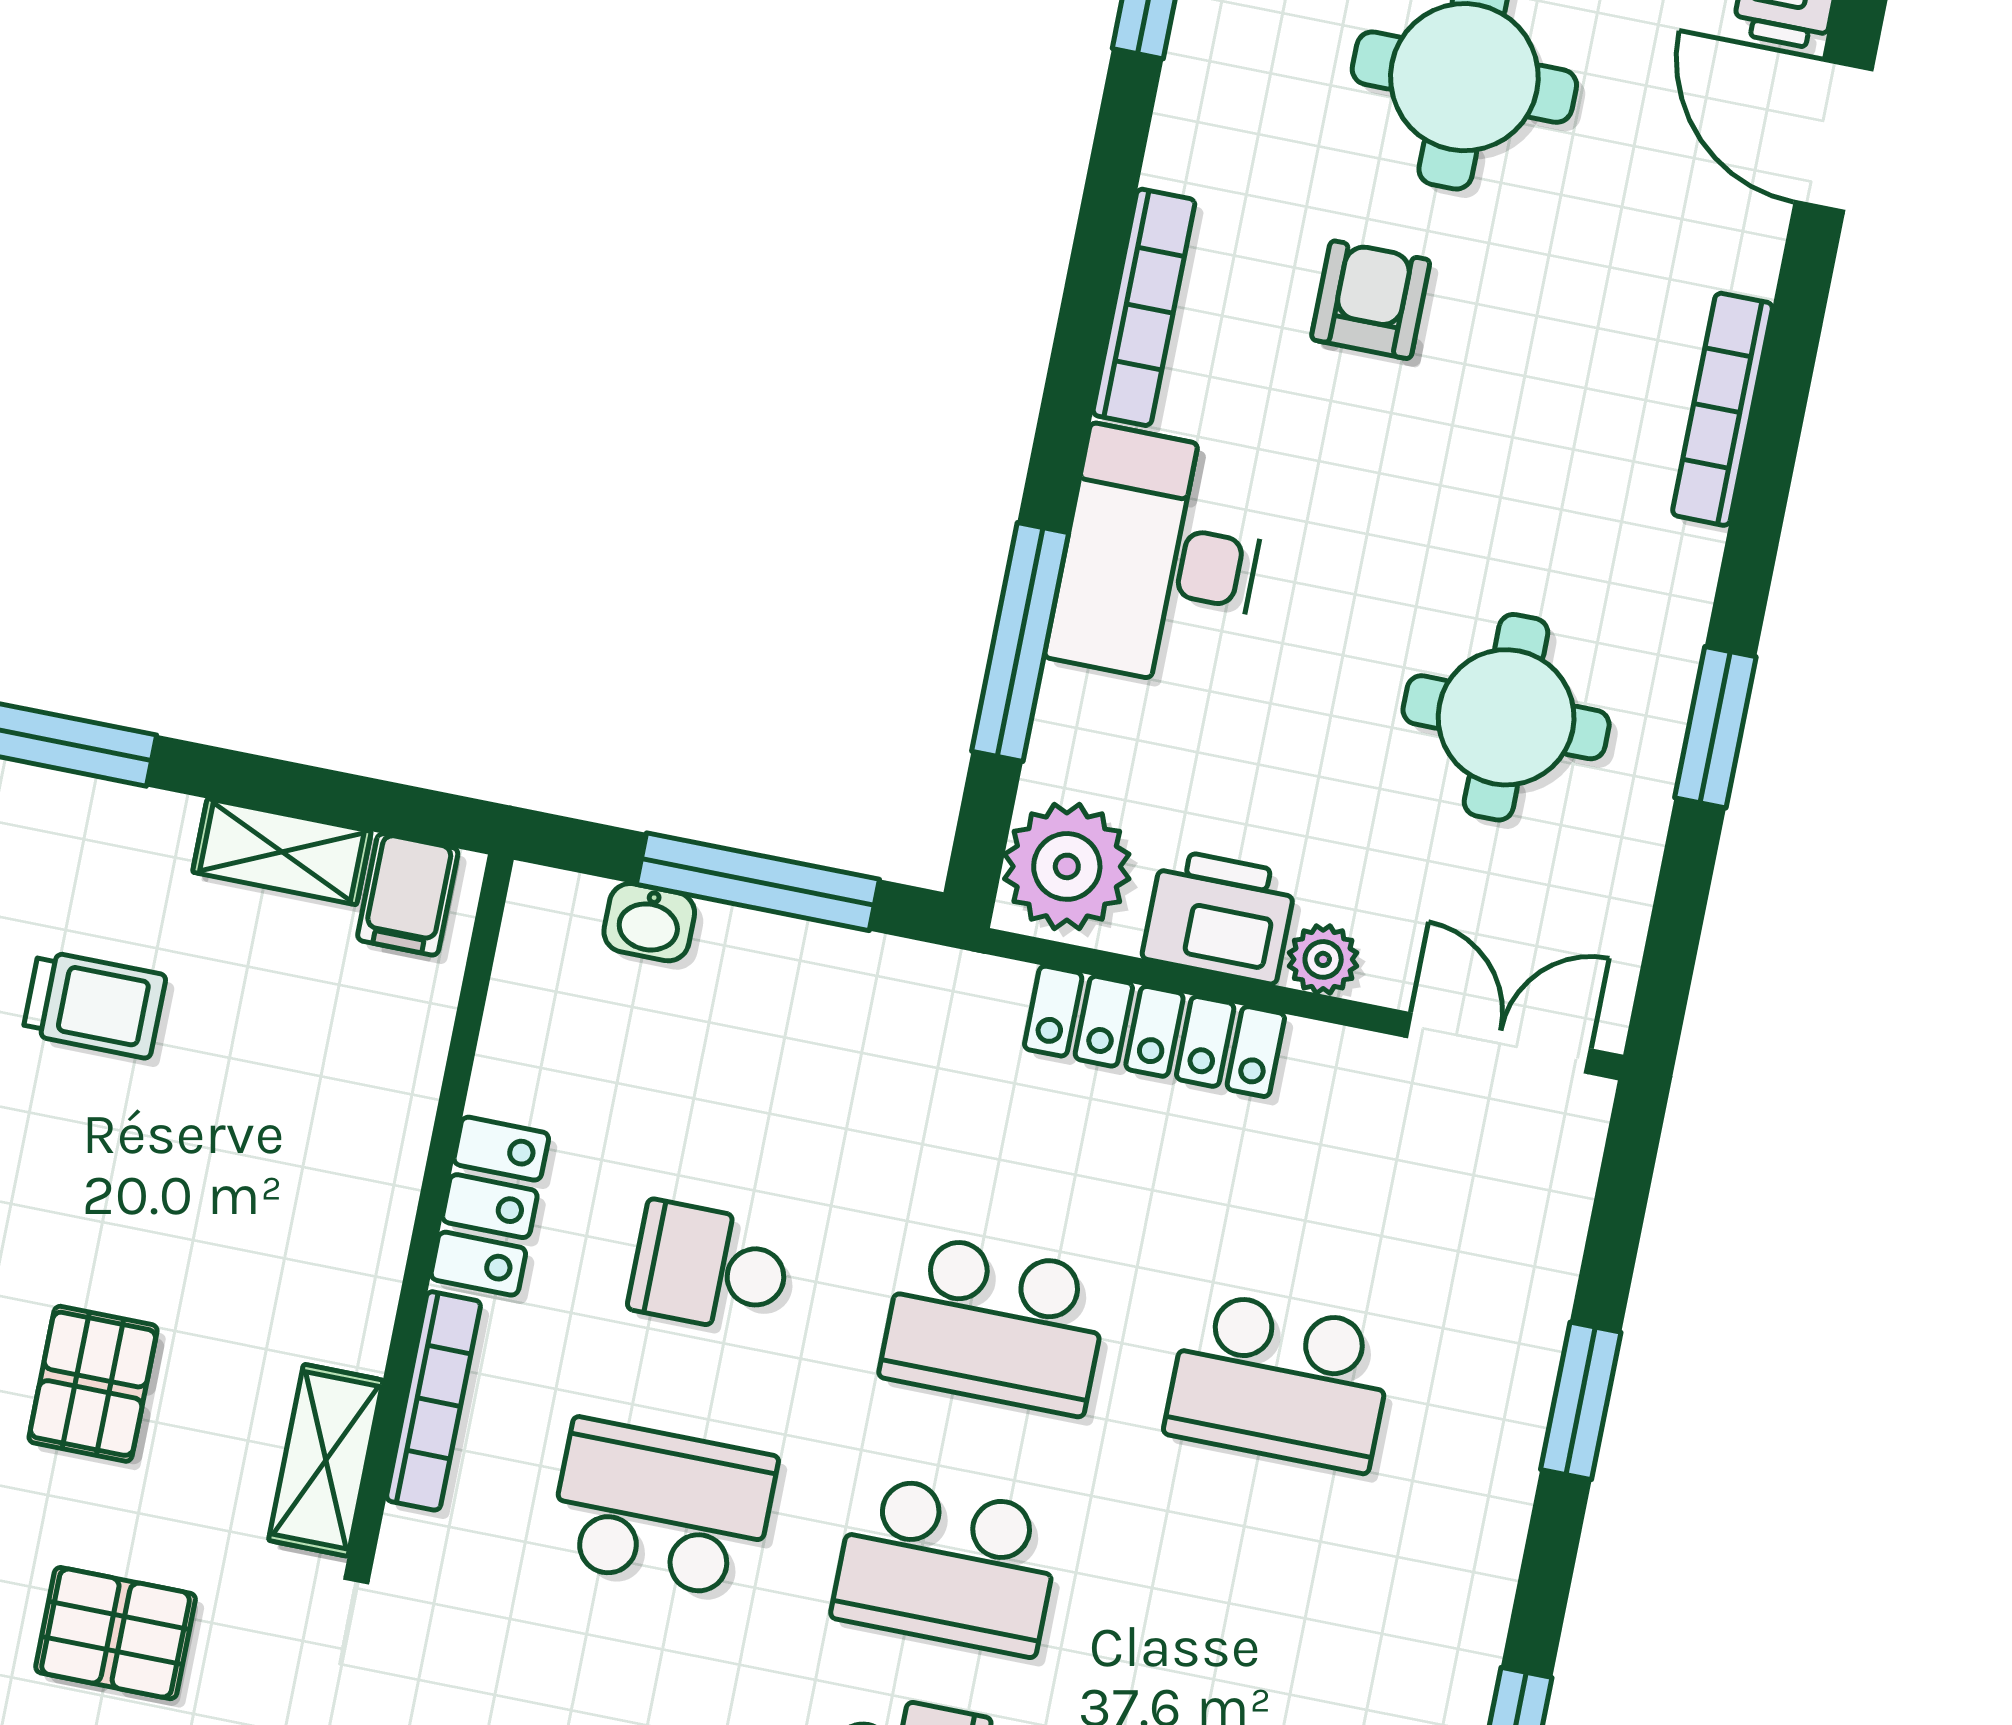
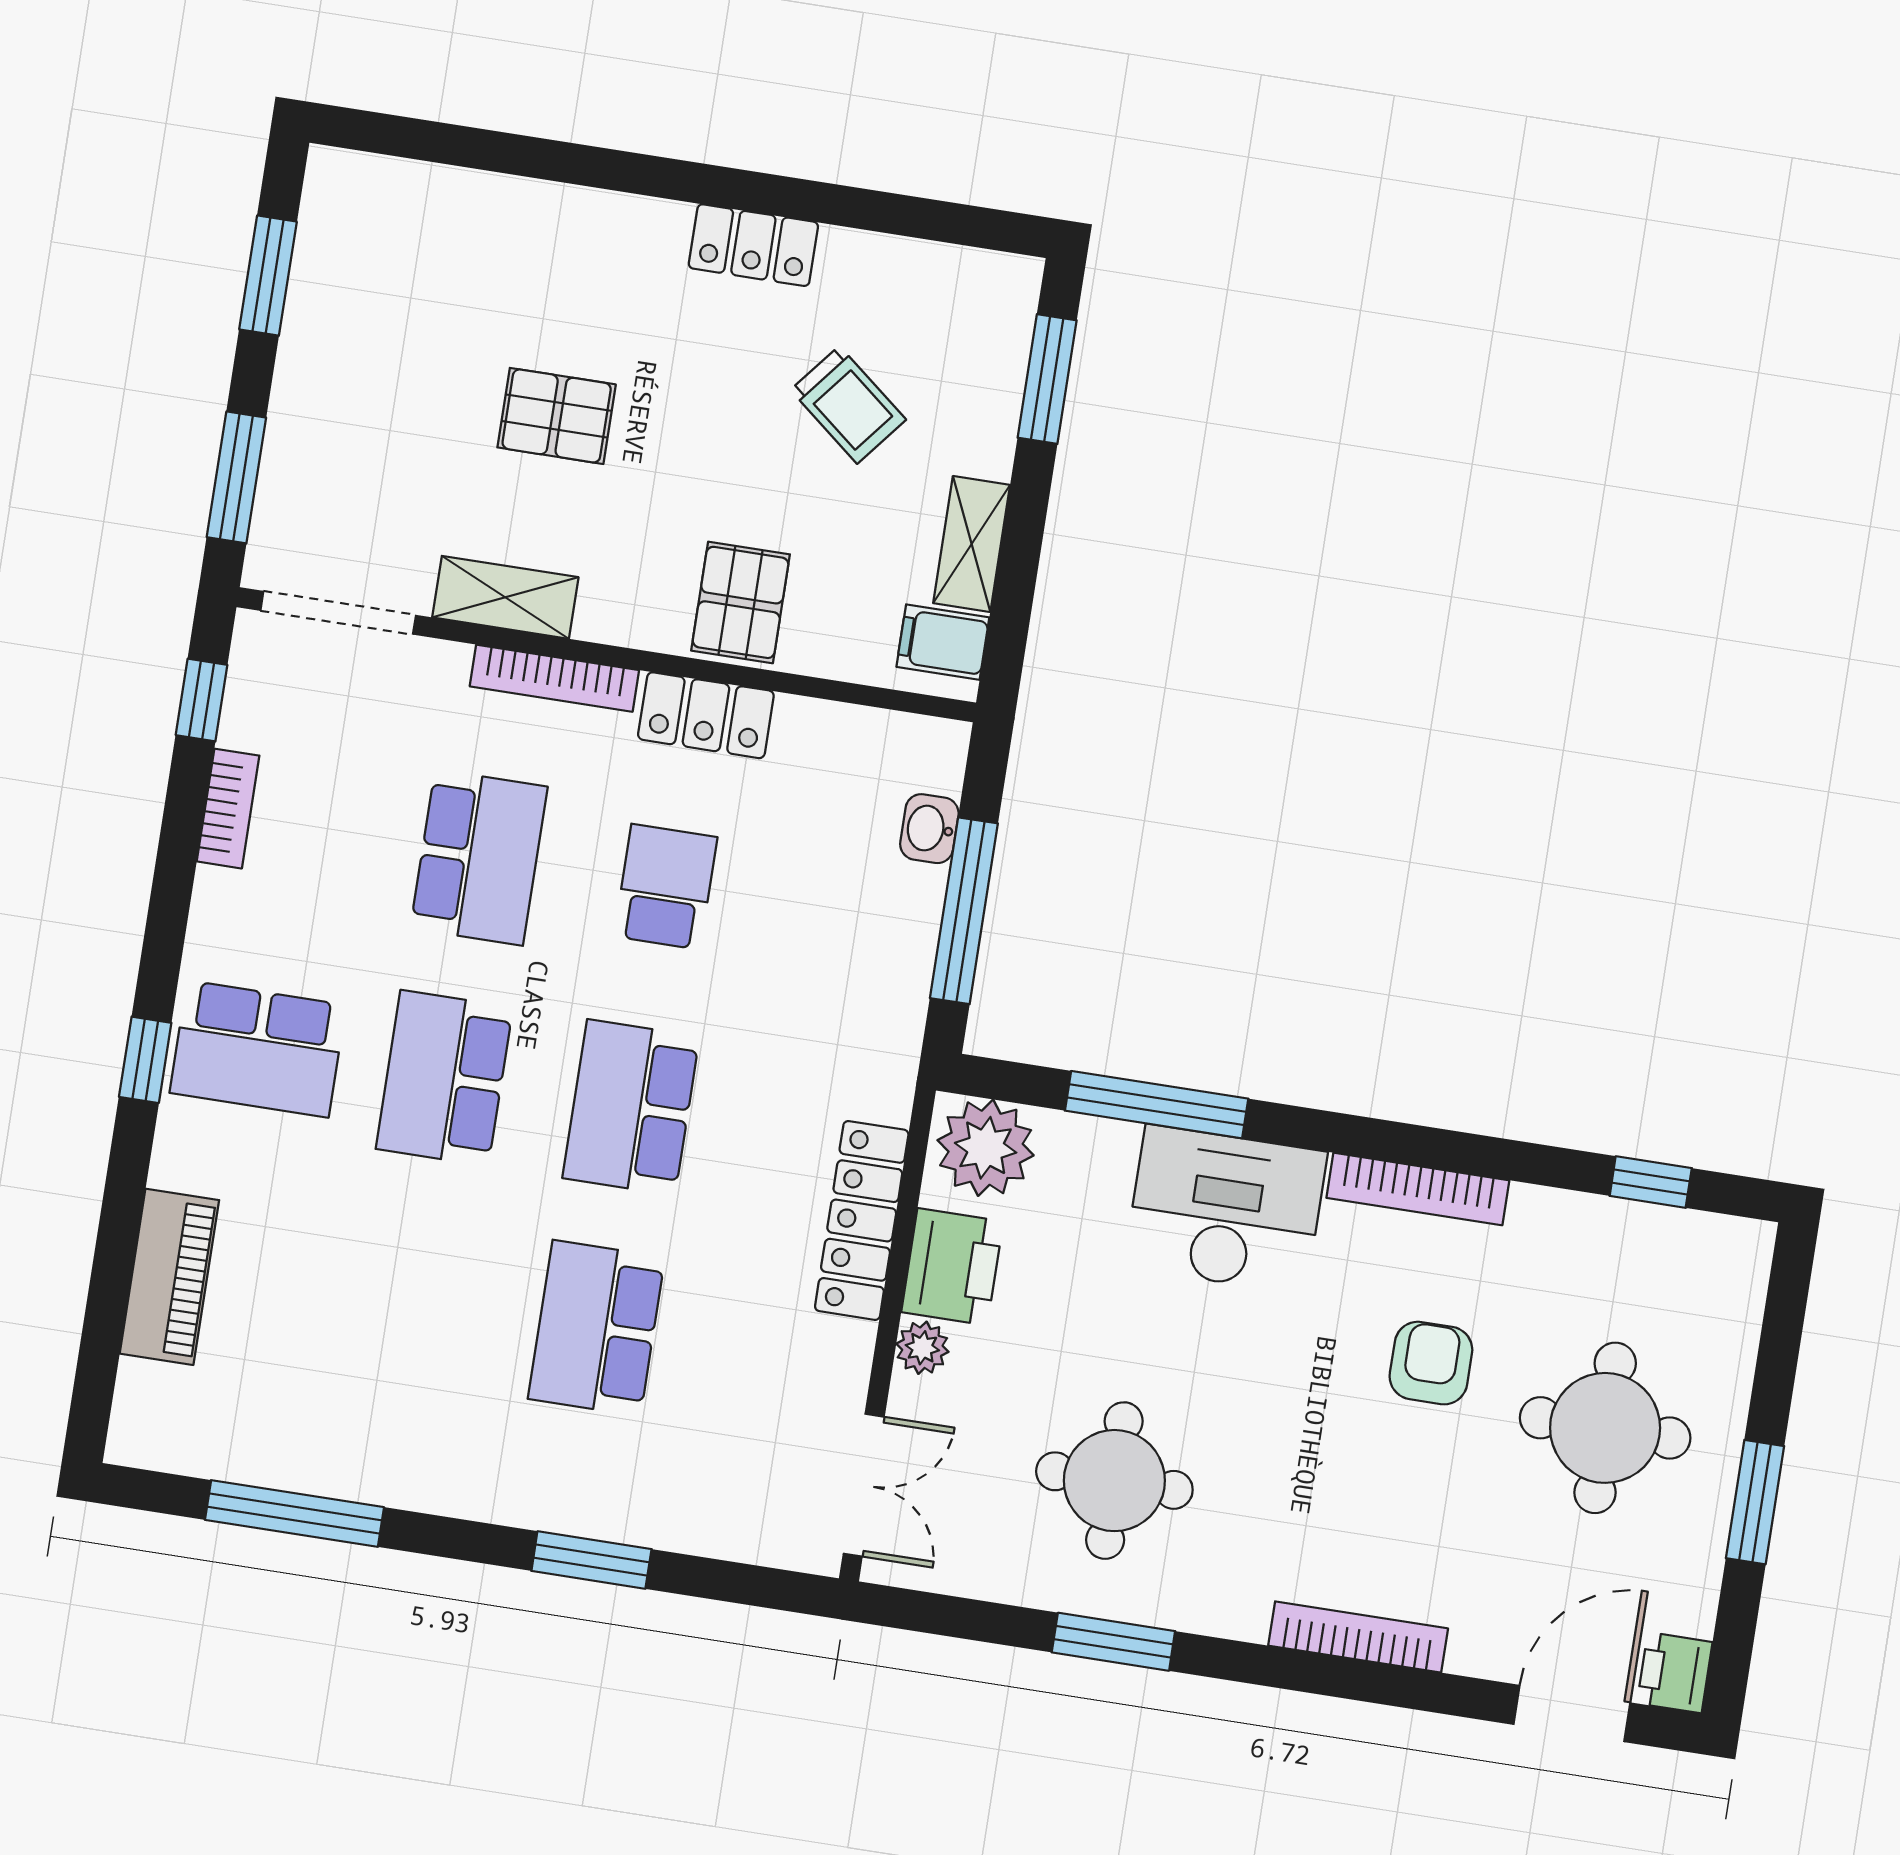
armchair: (1371, 300) -> (1431, 1363), turned -90
trolley: (94, 1004) -> (848, 405), turned -51
pallet: (116, 1633) -> (741, 602), moved

